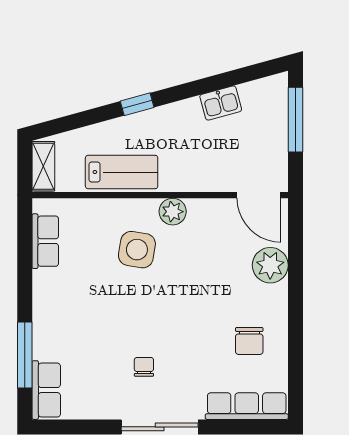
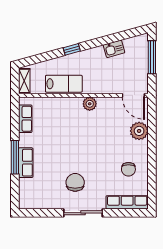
side table: (137, 250) -> (72, 123), removed
window: (25, 355) -> (15, 157), moved
chair: (144, 367) -> (75, 182), width x1.87, depth x1.87
row of seats: (46, 390) -> (26, 163), moved

